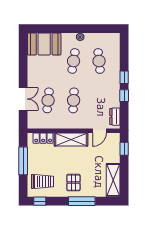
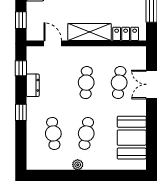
booth: (44, 44) -> (132, 138), moved, turned 90
window: (124, 96) -> (21, 68), moved
dresser: (115, 117) -> (33, 85), moved
door: (99, 131) -> (53, 43), hinge flipped

